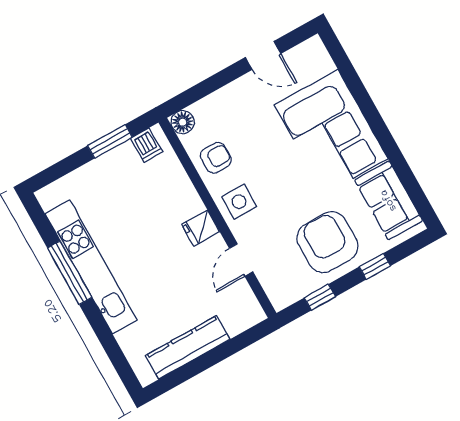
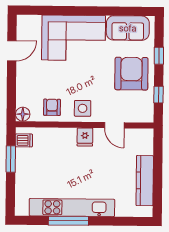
armchair: (327, 242) -> (131, 74), turned 90

